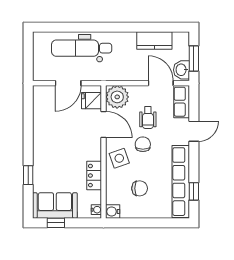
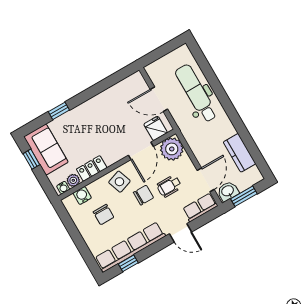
plant: (95, 197) -> (73, 180), added
water cooler: (113, 211) -> (82, 196), moved

